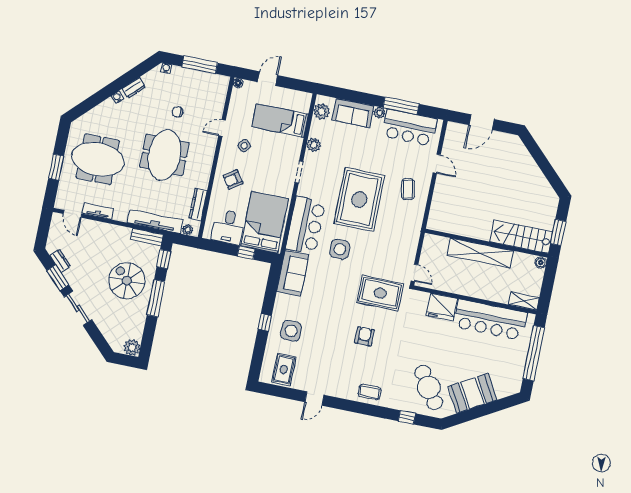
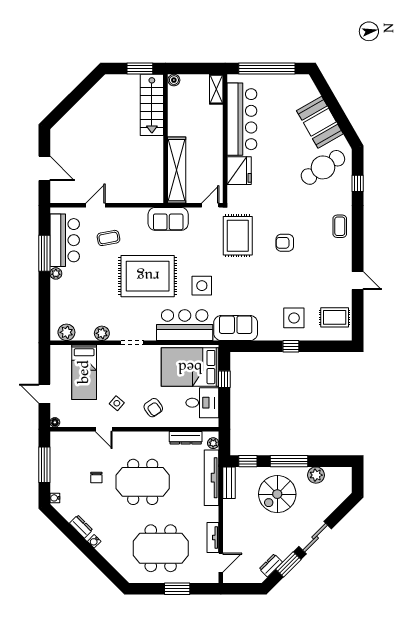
sofa: (353, 113) -> (168, 219), moved, turned 90
meeting table: (98, 159) -> (161, 548), turned 90
coffee table: (408, 189) -> (108, 238), moved
shelving: (480, 253) -> (177, 170), moved
plant: (132, 348) -> (316, 475), moved

